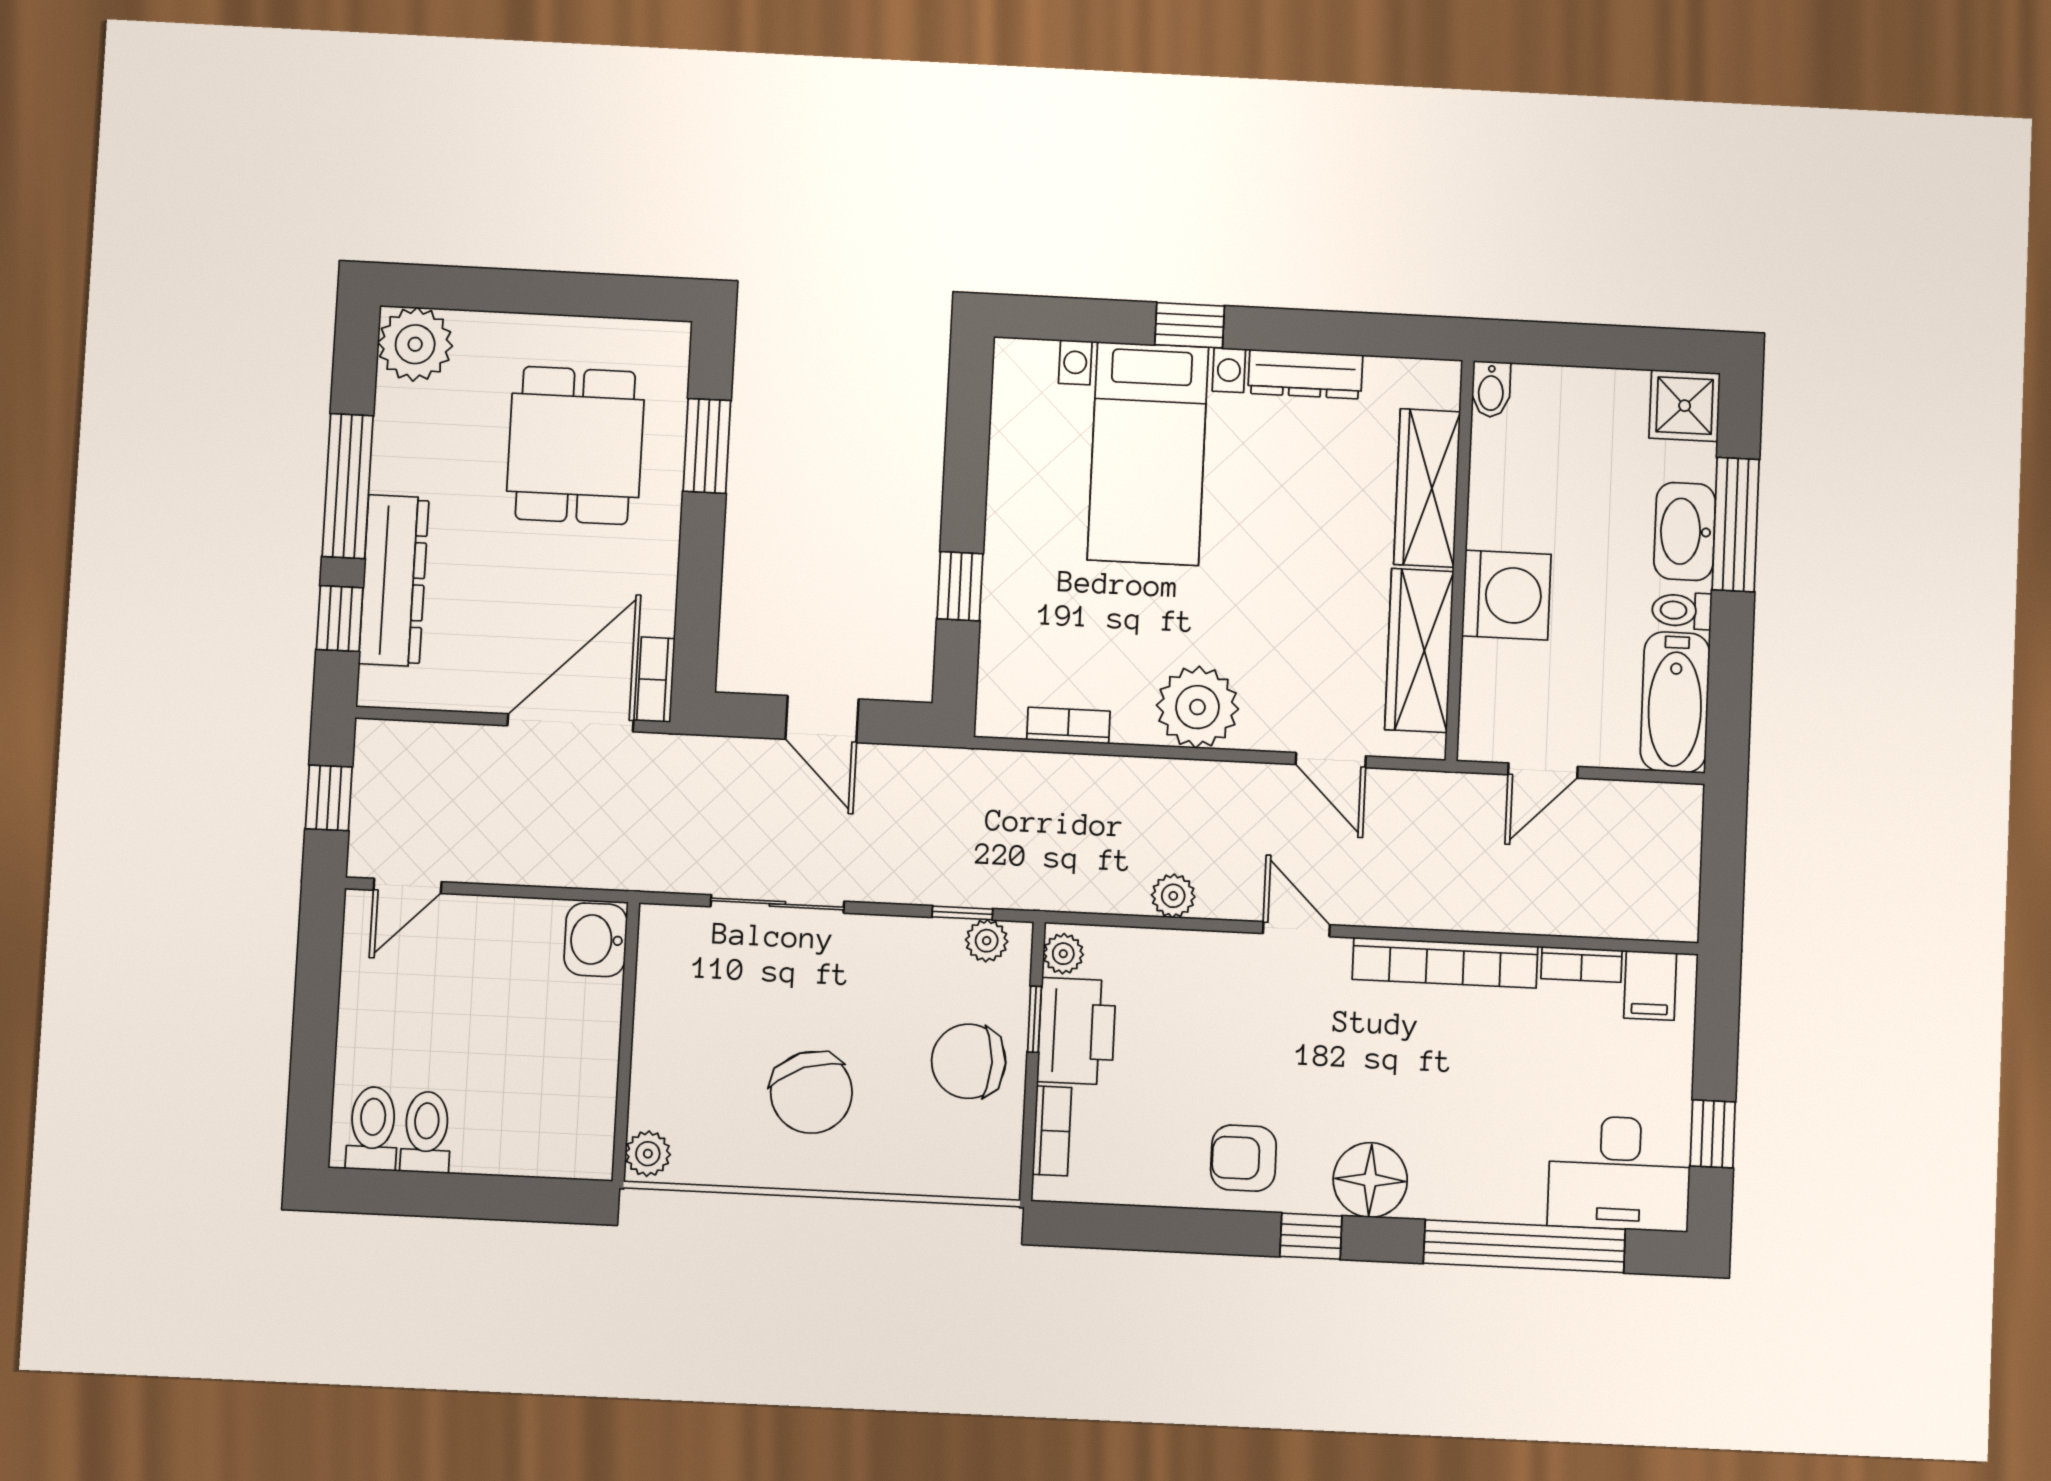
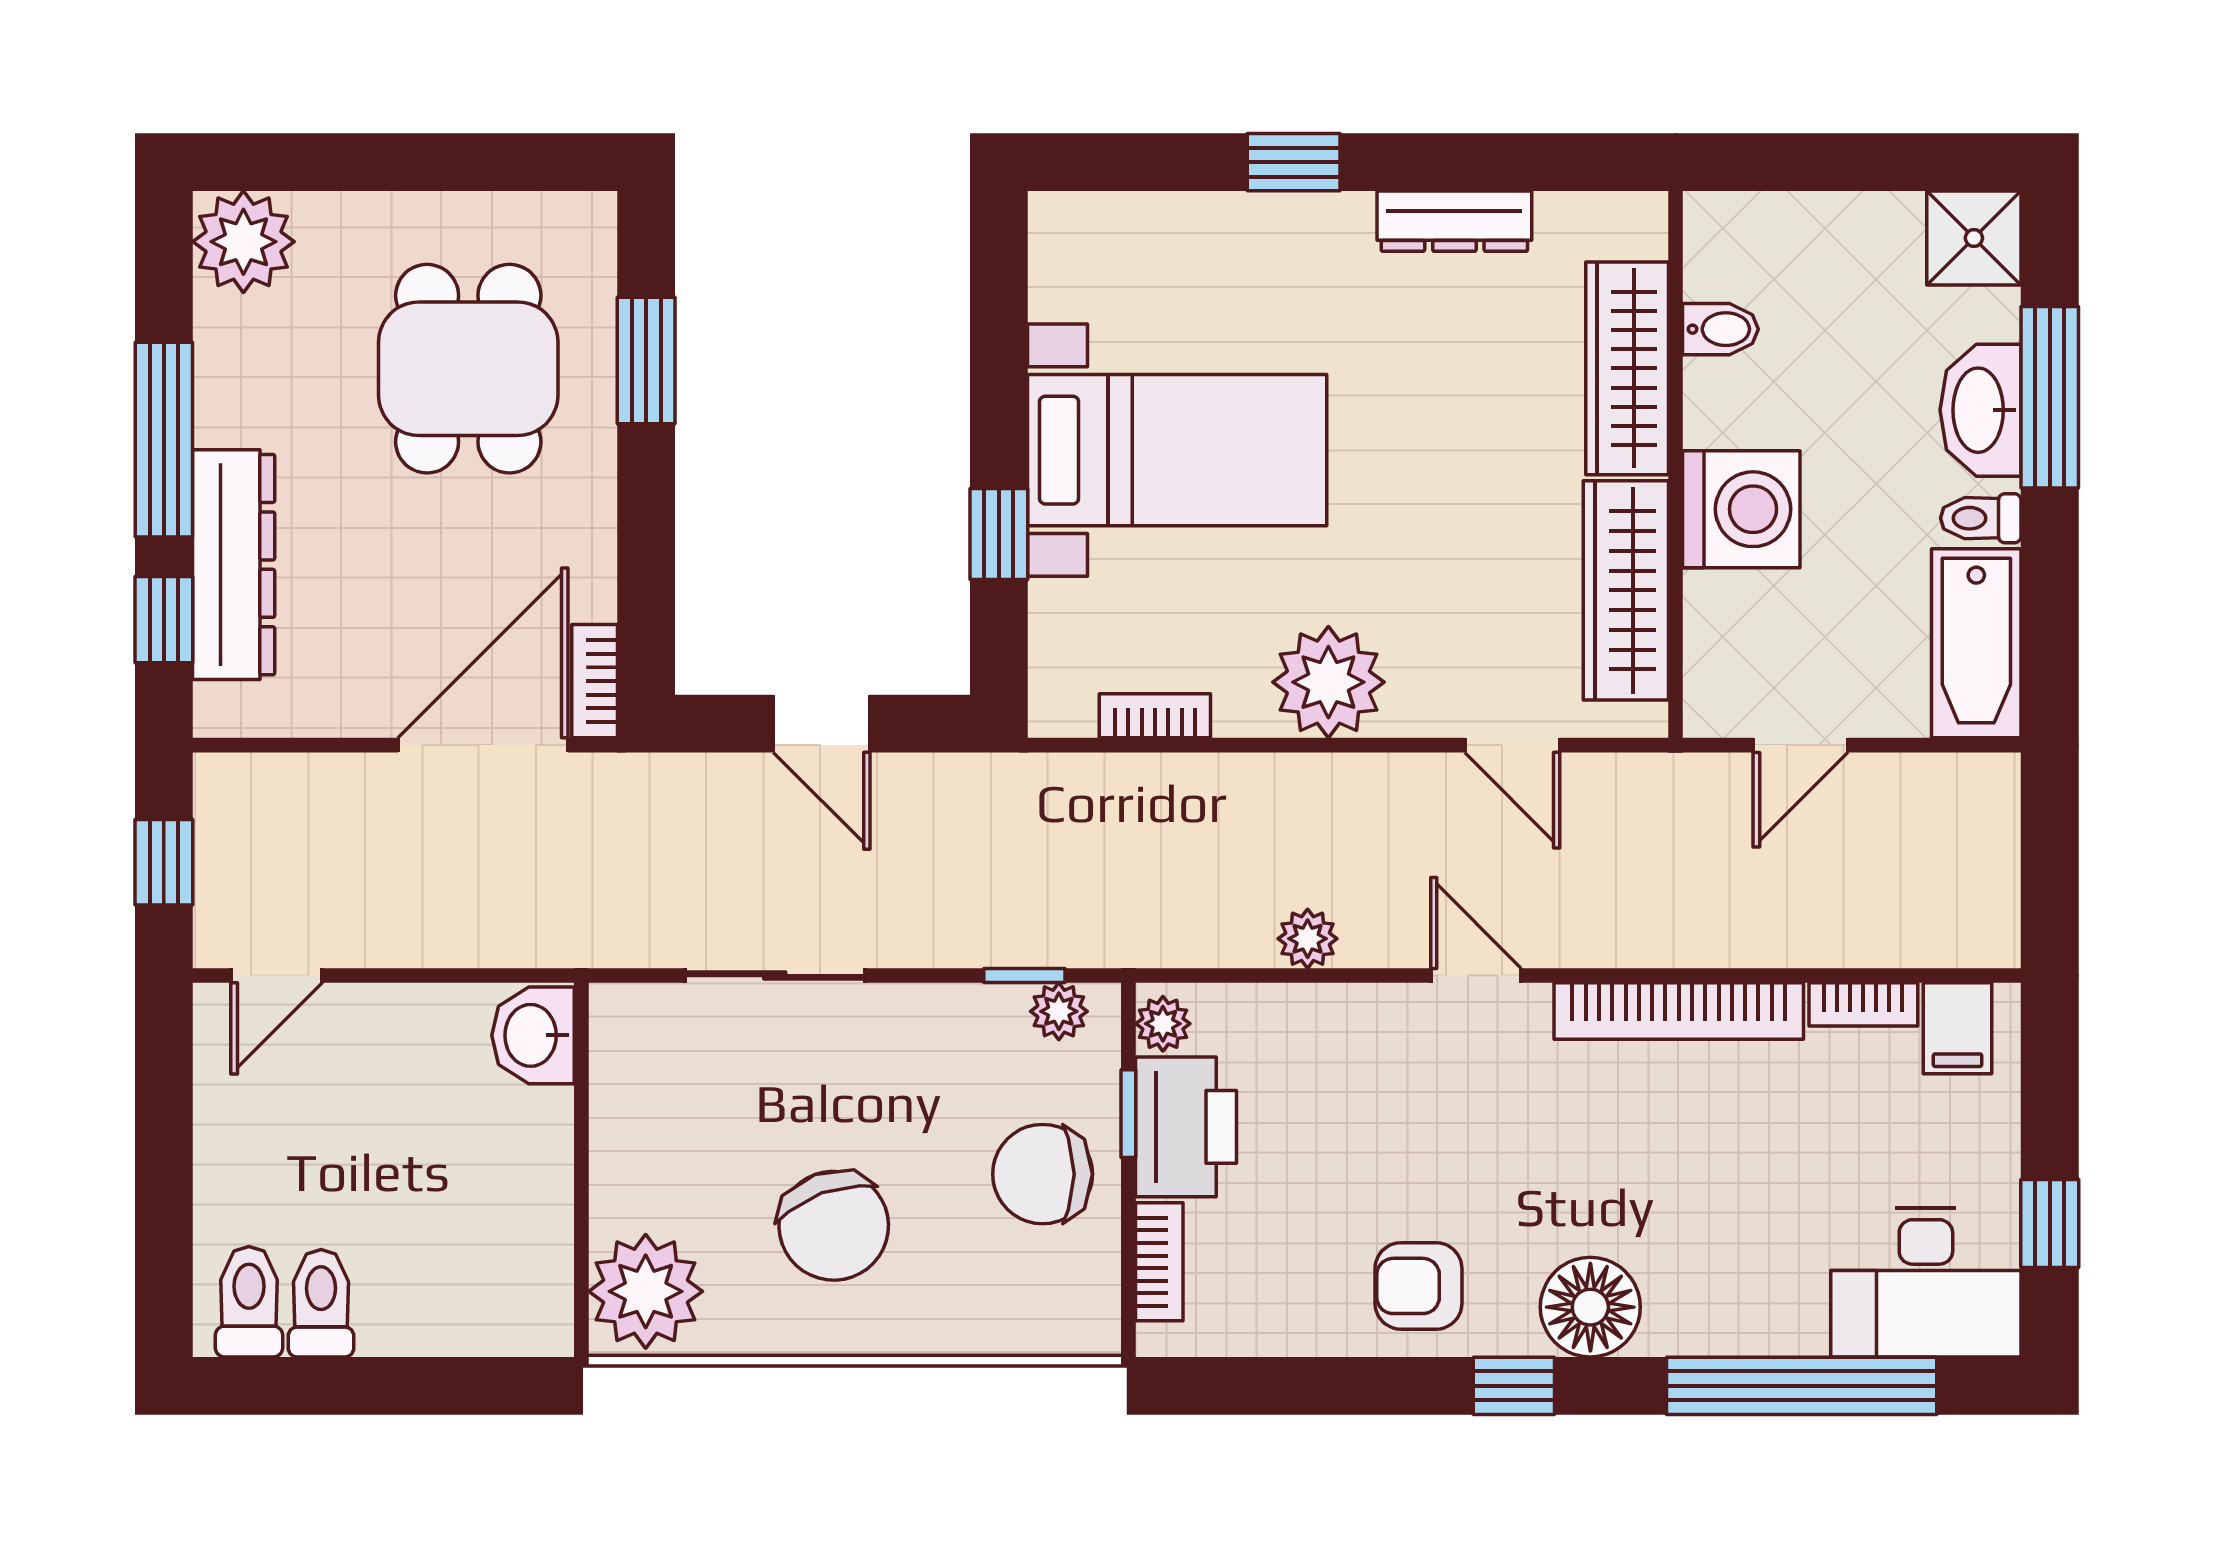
bidet: (1491, 389) -> (1721, 329), moved, turned -90
bed with nightstands: (1148, 453) -> (1177, 450), moved, turned -90
plant: (648, 1154) -> (646, 1291), width x1.88, depth x1.88

